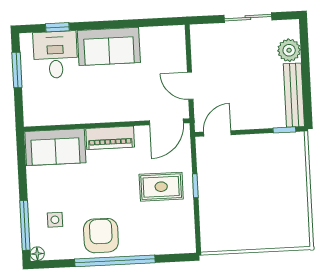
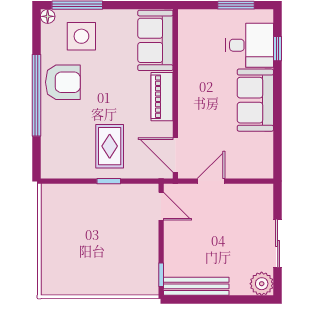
plant: (289, 50) -> (262, 284), moved
side table: (55, 220) -> (81, 36), width x1.87, depth x1.87

